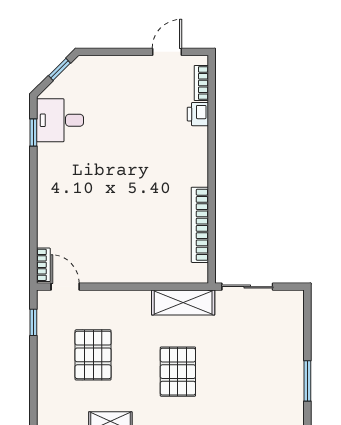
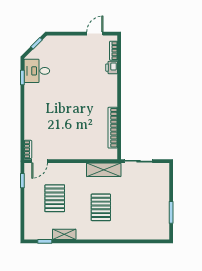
door: (65, 287) -> (40, 161), swing flipped

